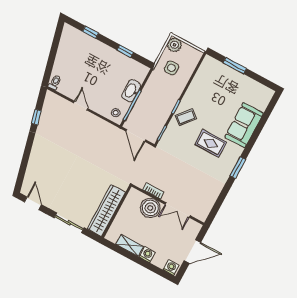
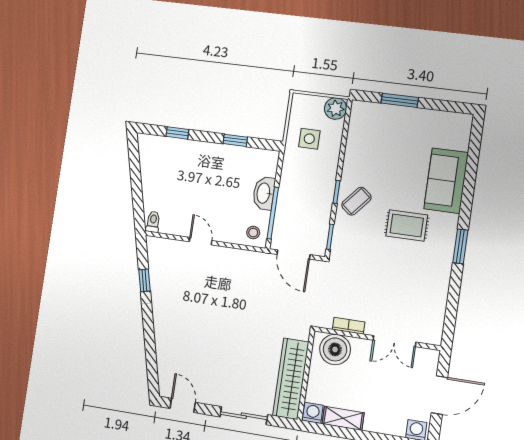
plant: (174, 45) -> (336, 109), moved
boiler: (150, 208) -> (335, 349), moved
washing machine: (147, 255) -> (313, 413), moved

